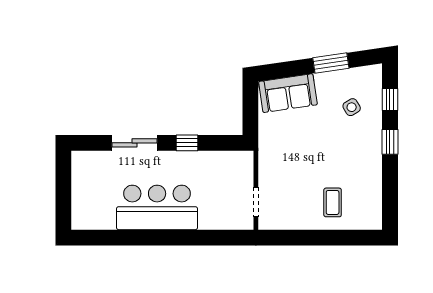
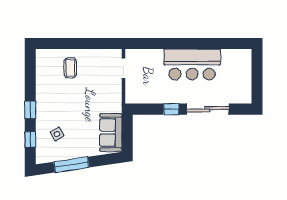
window: (331, 63) -> (71, 165), width x1.44
sofa: (288, 93) -> (111, 133), moved, turned -82
sliding door: (135, 143) -> (208, 109), width x1.37

